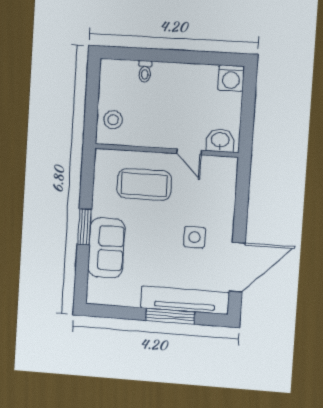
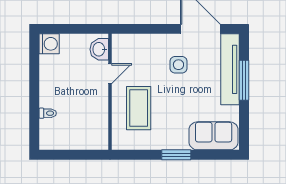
stool: (113, 120) -> (88, 137), removed
sofa: (106, 248) -> (214, 136), moved

